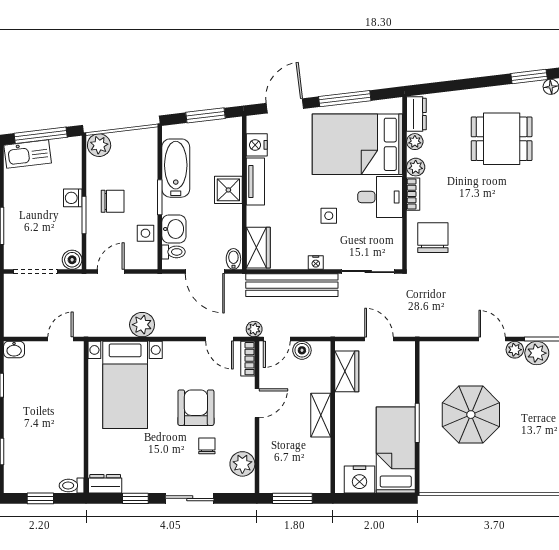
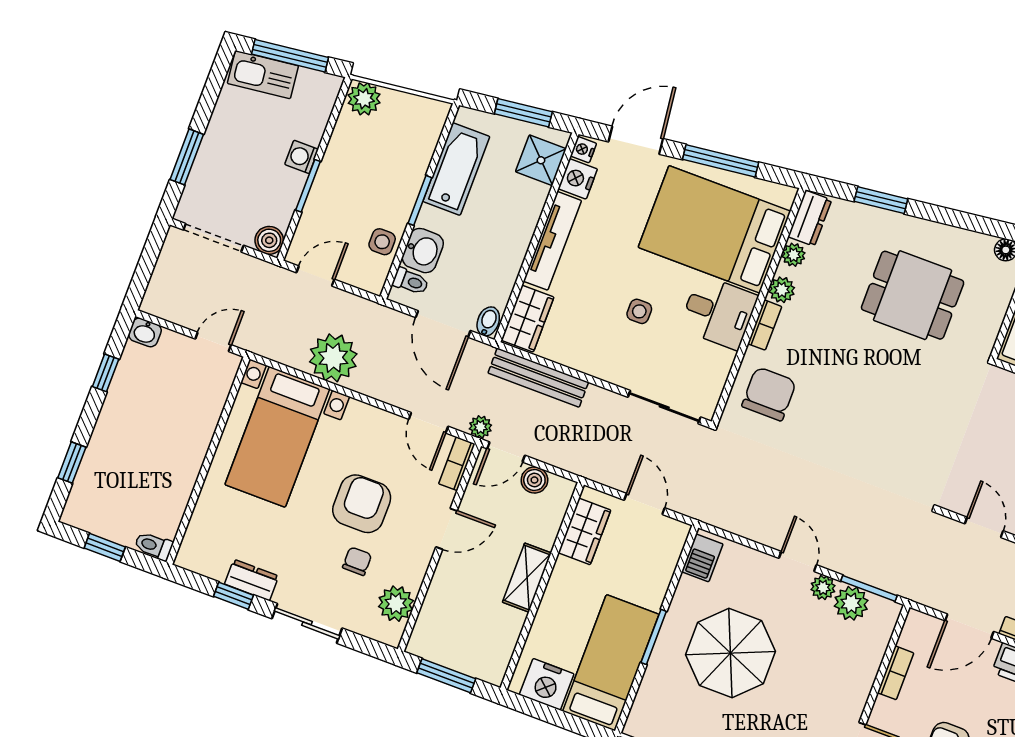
window: (529, 76) -> (881, 200), moved
tv unit: (255, 182) -> (552, 241), width x1.41
shower: (228, 190) -> (541, 160), moved
chair: (113, 201) -> (354, 182), removed
nightstand: (316, 262) -> (583, 150), moved, turned 90
bench: (292, 285) -> (538, 378), width x0.73, depth x0.82
plant: (142, 325) -> (333, 358), width x1.36, depth x1.36
barbecue: (429, 360) -> (702, 558), added
dresser: (105, 484) -> (252, 580), moved

